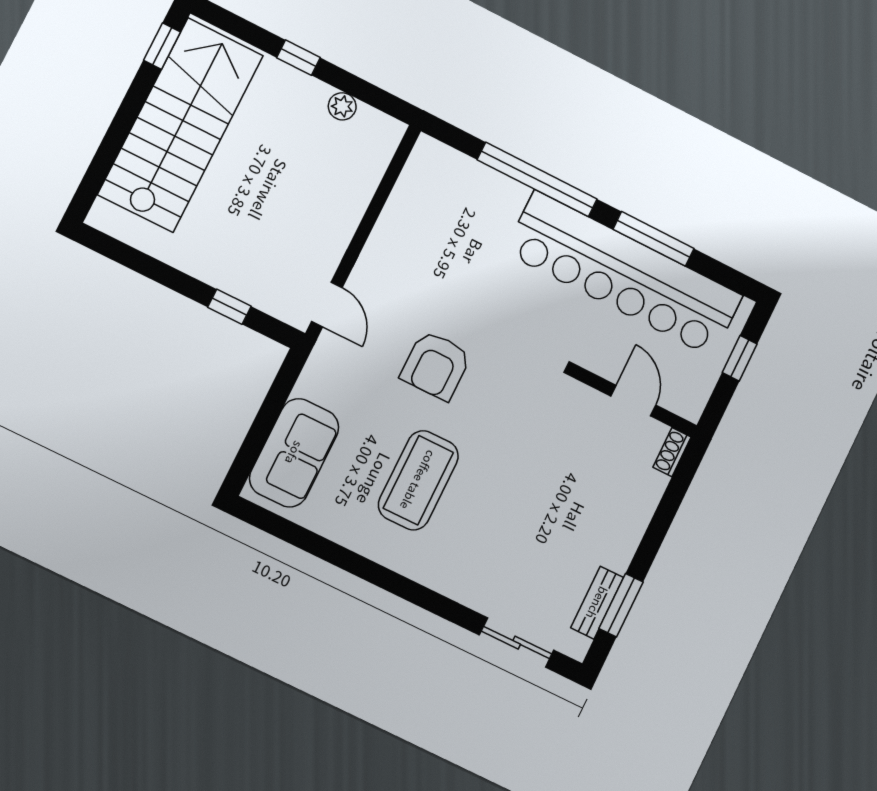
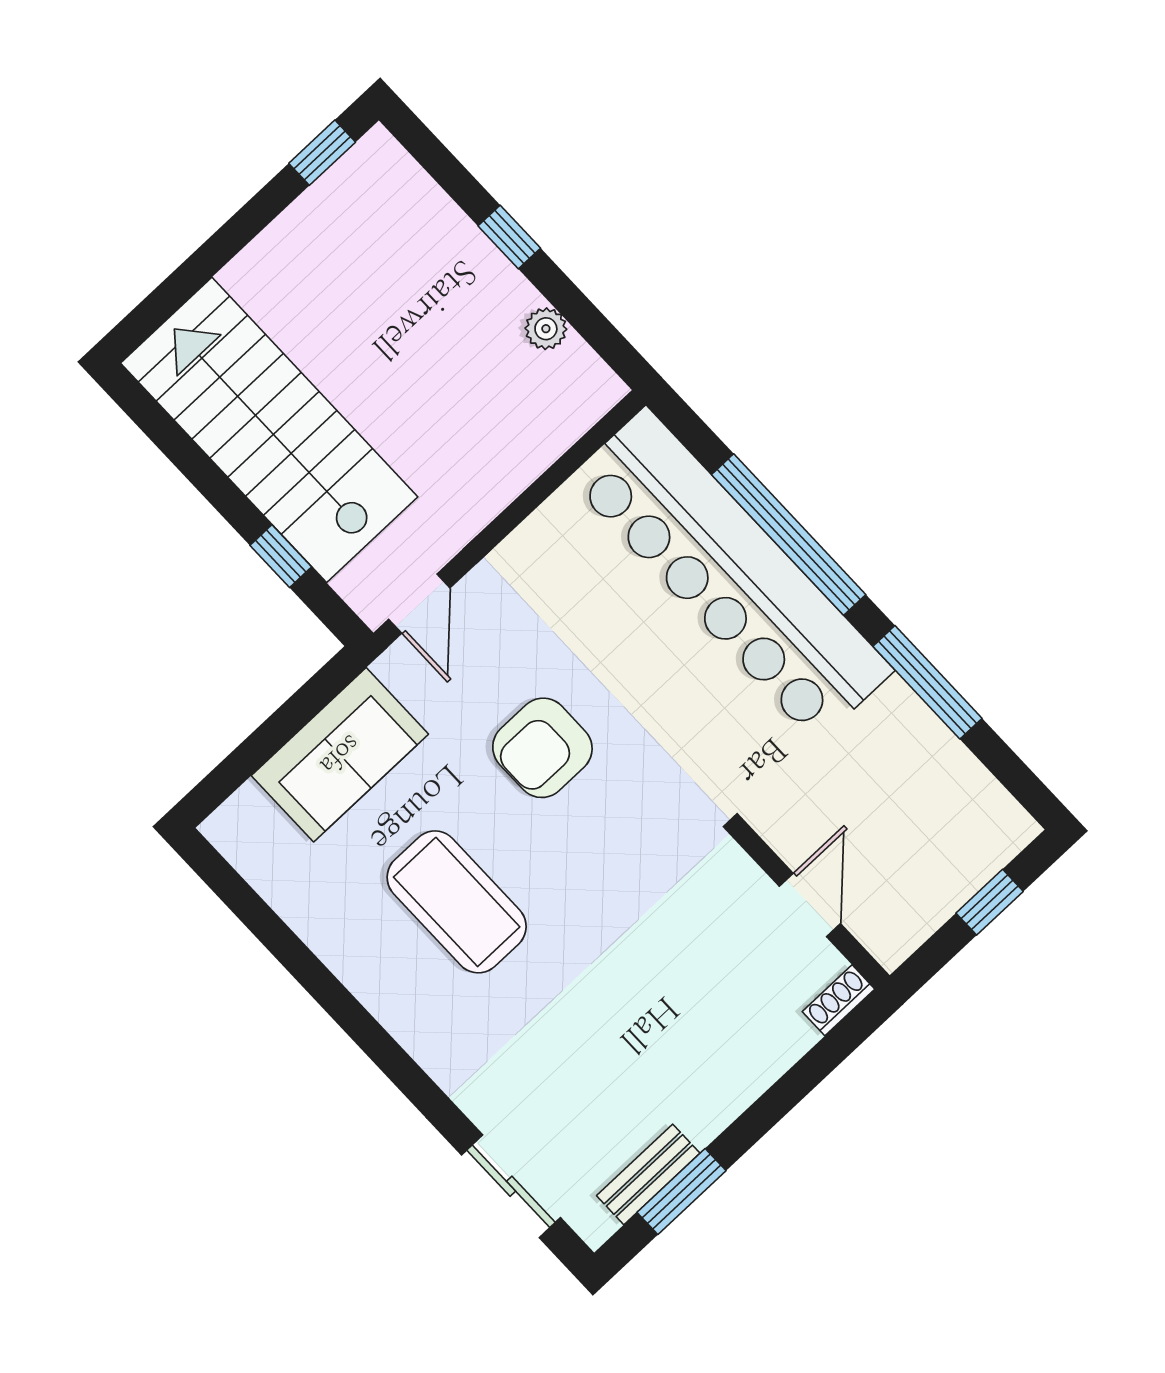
stairs: (181, 125) -> (269, 430), moved, turned -90
bar counter: (624, 274) -> (731, 575), moved
sofa: (294, 453) -> (340, 755), moved
coffee table: (418, 480) -> (457, 902), turned 90

